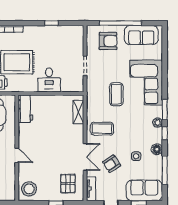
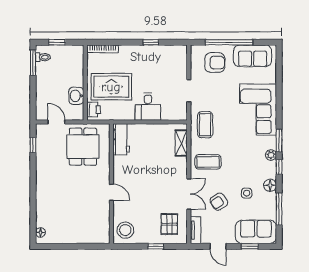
coffee table: (116, 94) -> (205, 125), moved

